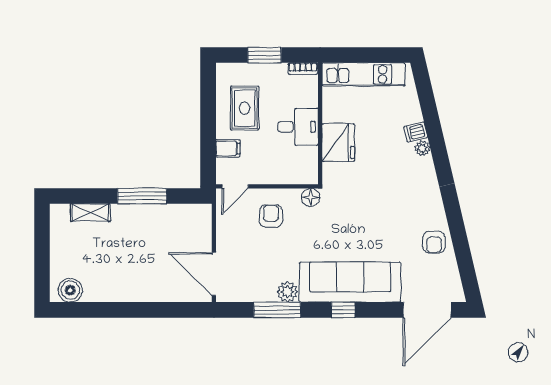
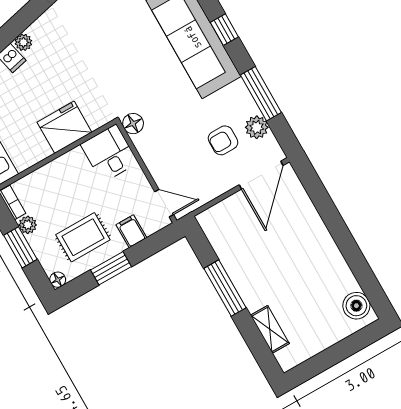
floor lamp: (223, 70) -> (58, 280), added
plant: (279, 71) -> (28, 225), added
window: (208, 116) -> (111, 268), added
desk: (298, 127) -> (109, 153), moved
armchair: (271, 216) -> (223, 140), moved
plant: (287, 292) -> (257, 127), moved

